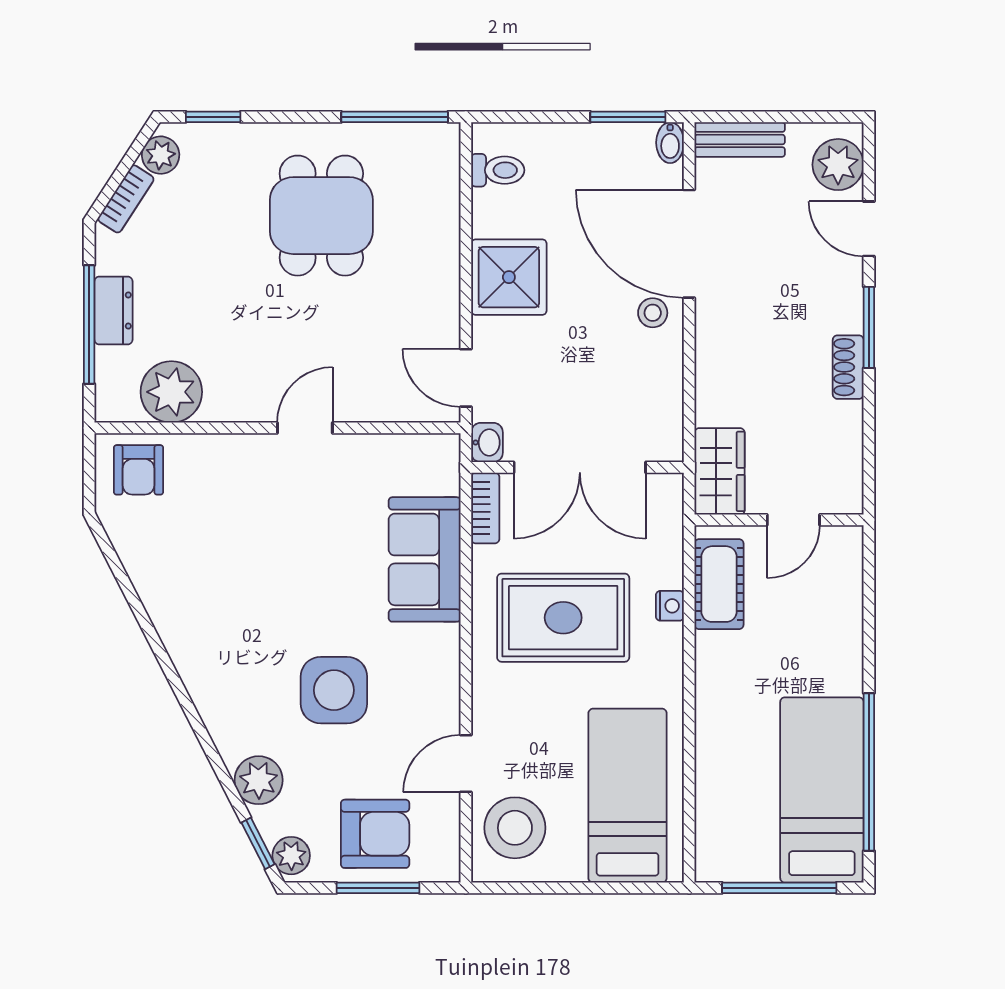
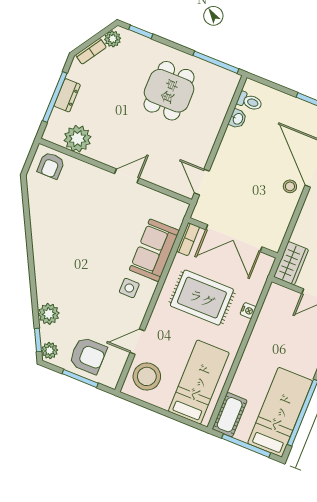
shower: (509, 277) -> (236, 148), removed
washbasin: (487, 442) -> (238, 119), moved
cot: (719, 584) -> (230, 415), moved
side table: (334, 690) -> (129, 288), moved, width x0.54, depth x0.54

